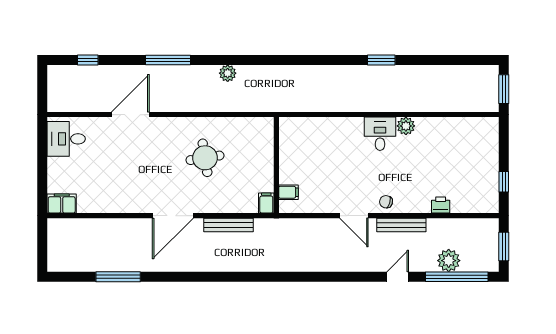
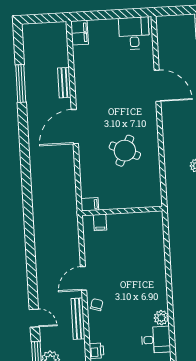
desk: (380, 134) -> (156, 340), moved
round table: (205, 158) -> (125, 151), turned 34
door: (173, 216) -> (75, 127), hinge flipped
bench: (228, 225) -> (64, 83), moved, width x0.73

